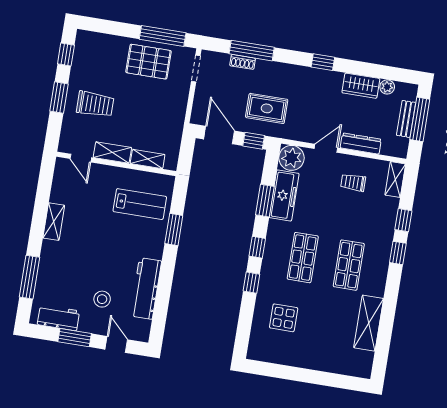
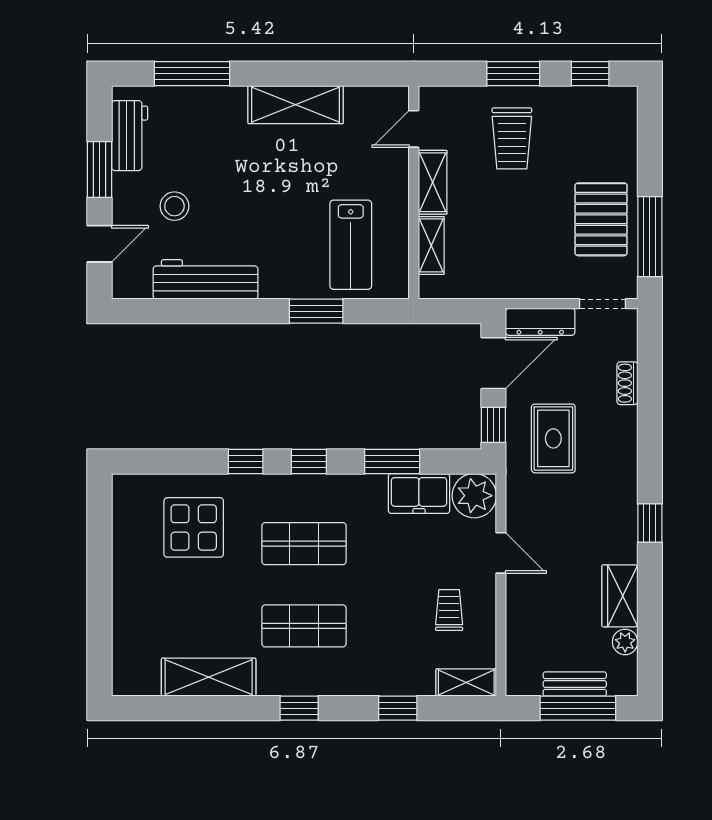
window: (252, 51) -> (650, 396), removed
dresser: (361, 144) -> (540, 322), moved, turned 90
freezer: (284, 195) -> (419, 493), width x0.71
shelving: (54, 222) -> (296, 105), width x1.50, depth x1.33
window: (398, 253) -> (299, 708), moved
display table: (284, 318) -> (194, 527), width x1.36, depth x1.36

